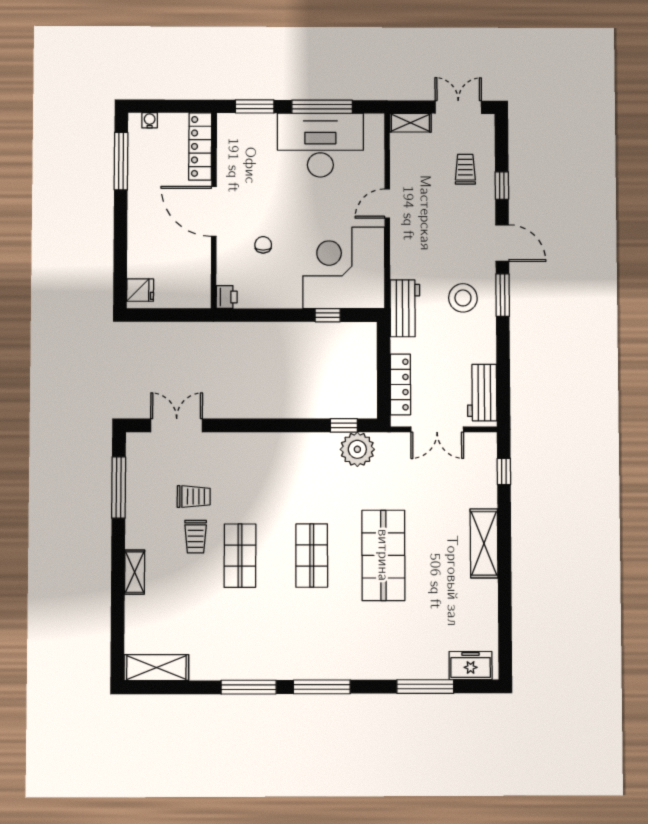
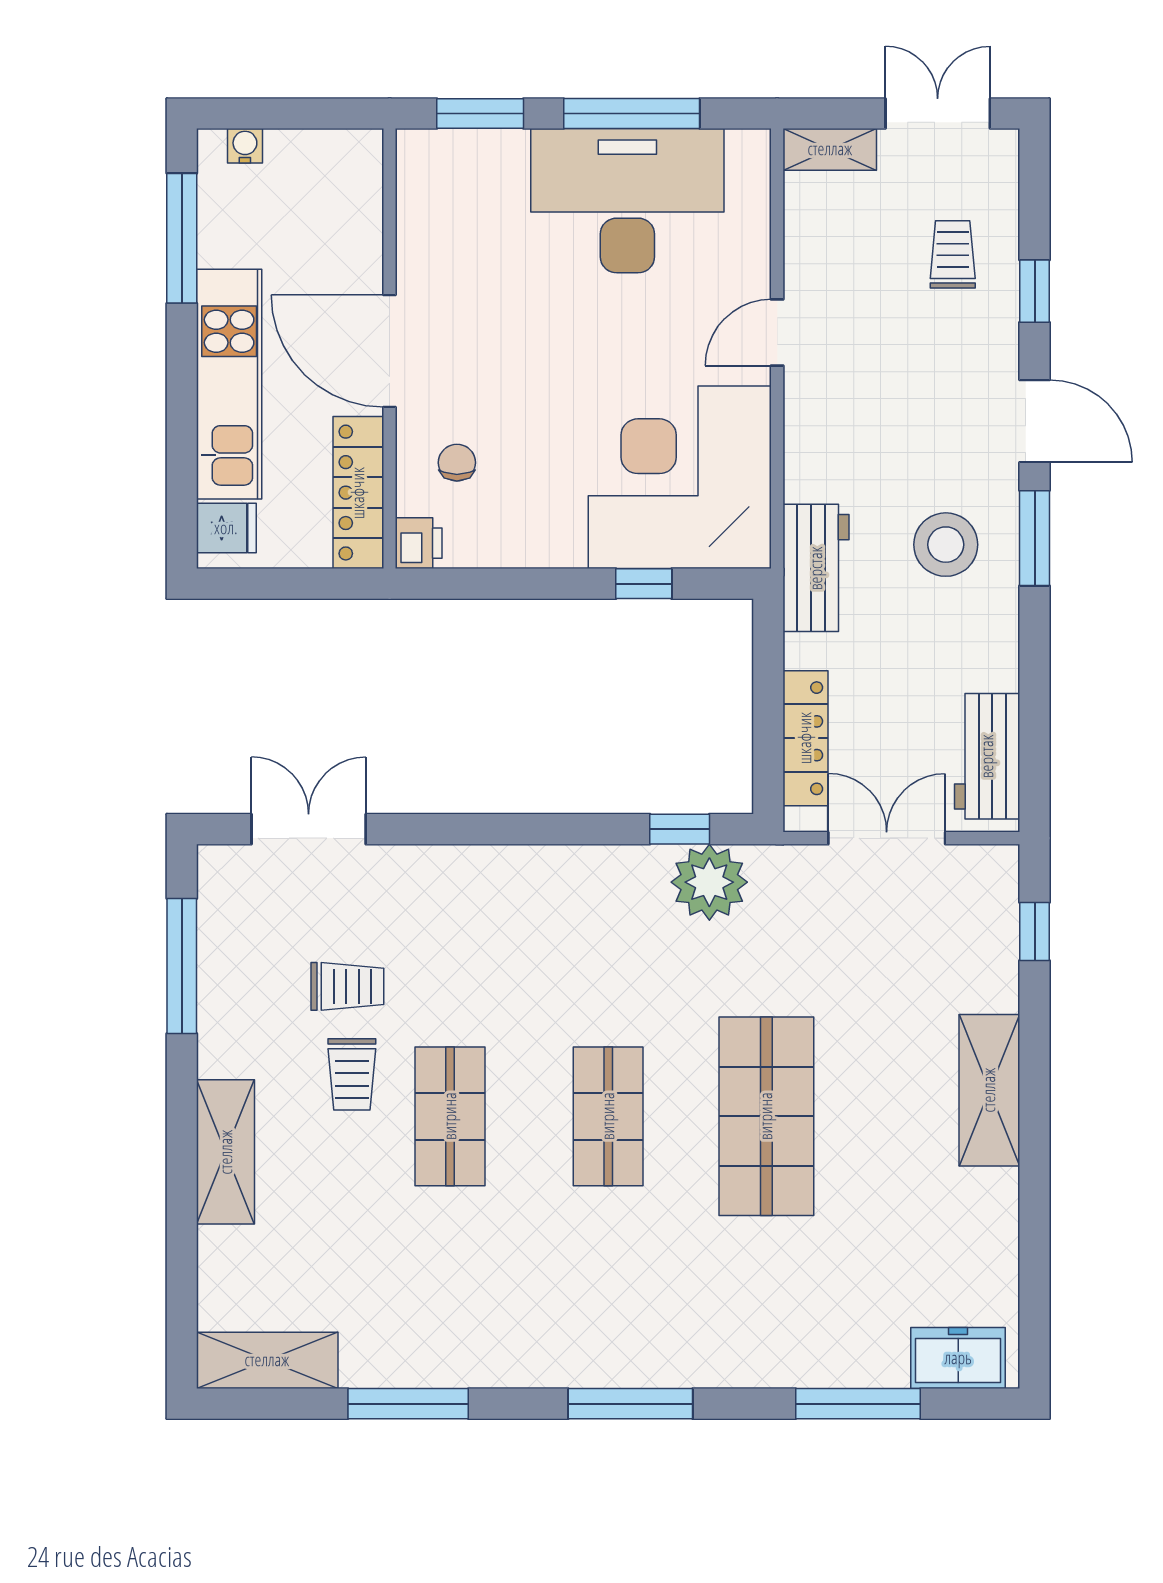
locker: (200, 146) -> (358, 493), moved
kitchen unit: (142, 226) -> (229, 384), added
chair: (263, 245) -> (457, 463), moved
double door: (437, 429) -> (887, 838), swing flipped
shelving: (135, 572) -> (226, 1152), width x1.50, depth x1.33
window: (249, 687) -> (408, 1404), moved

